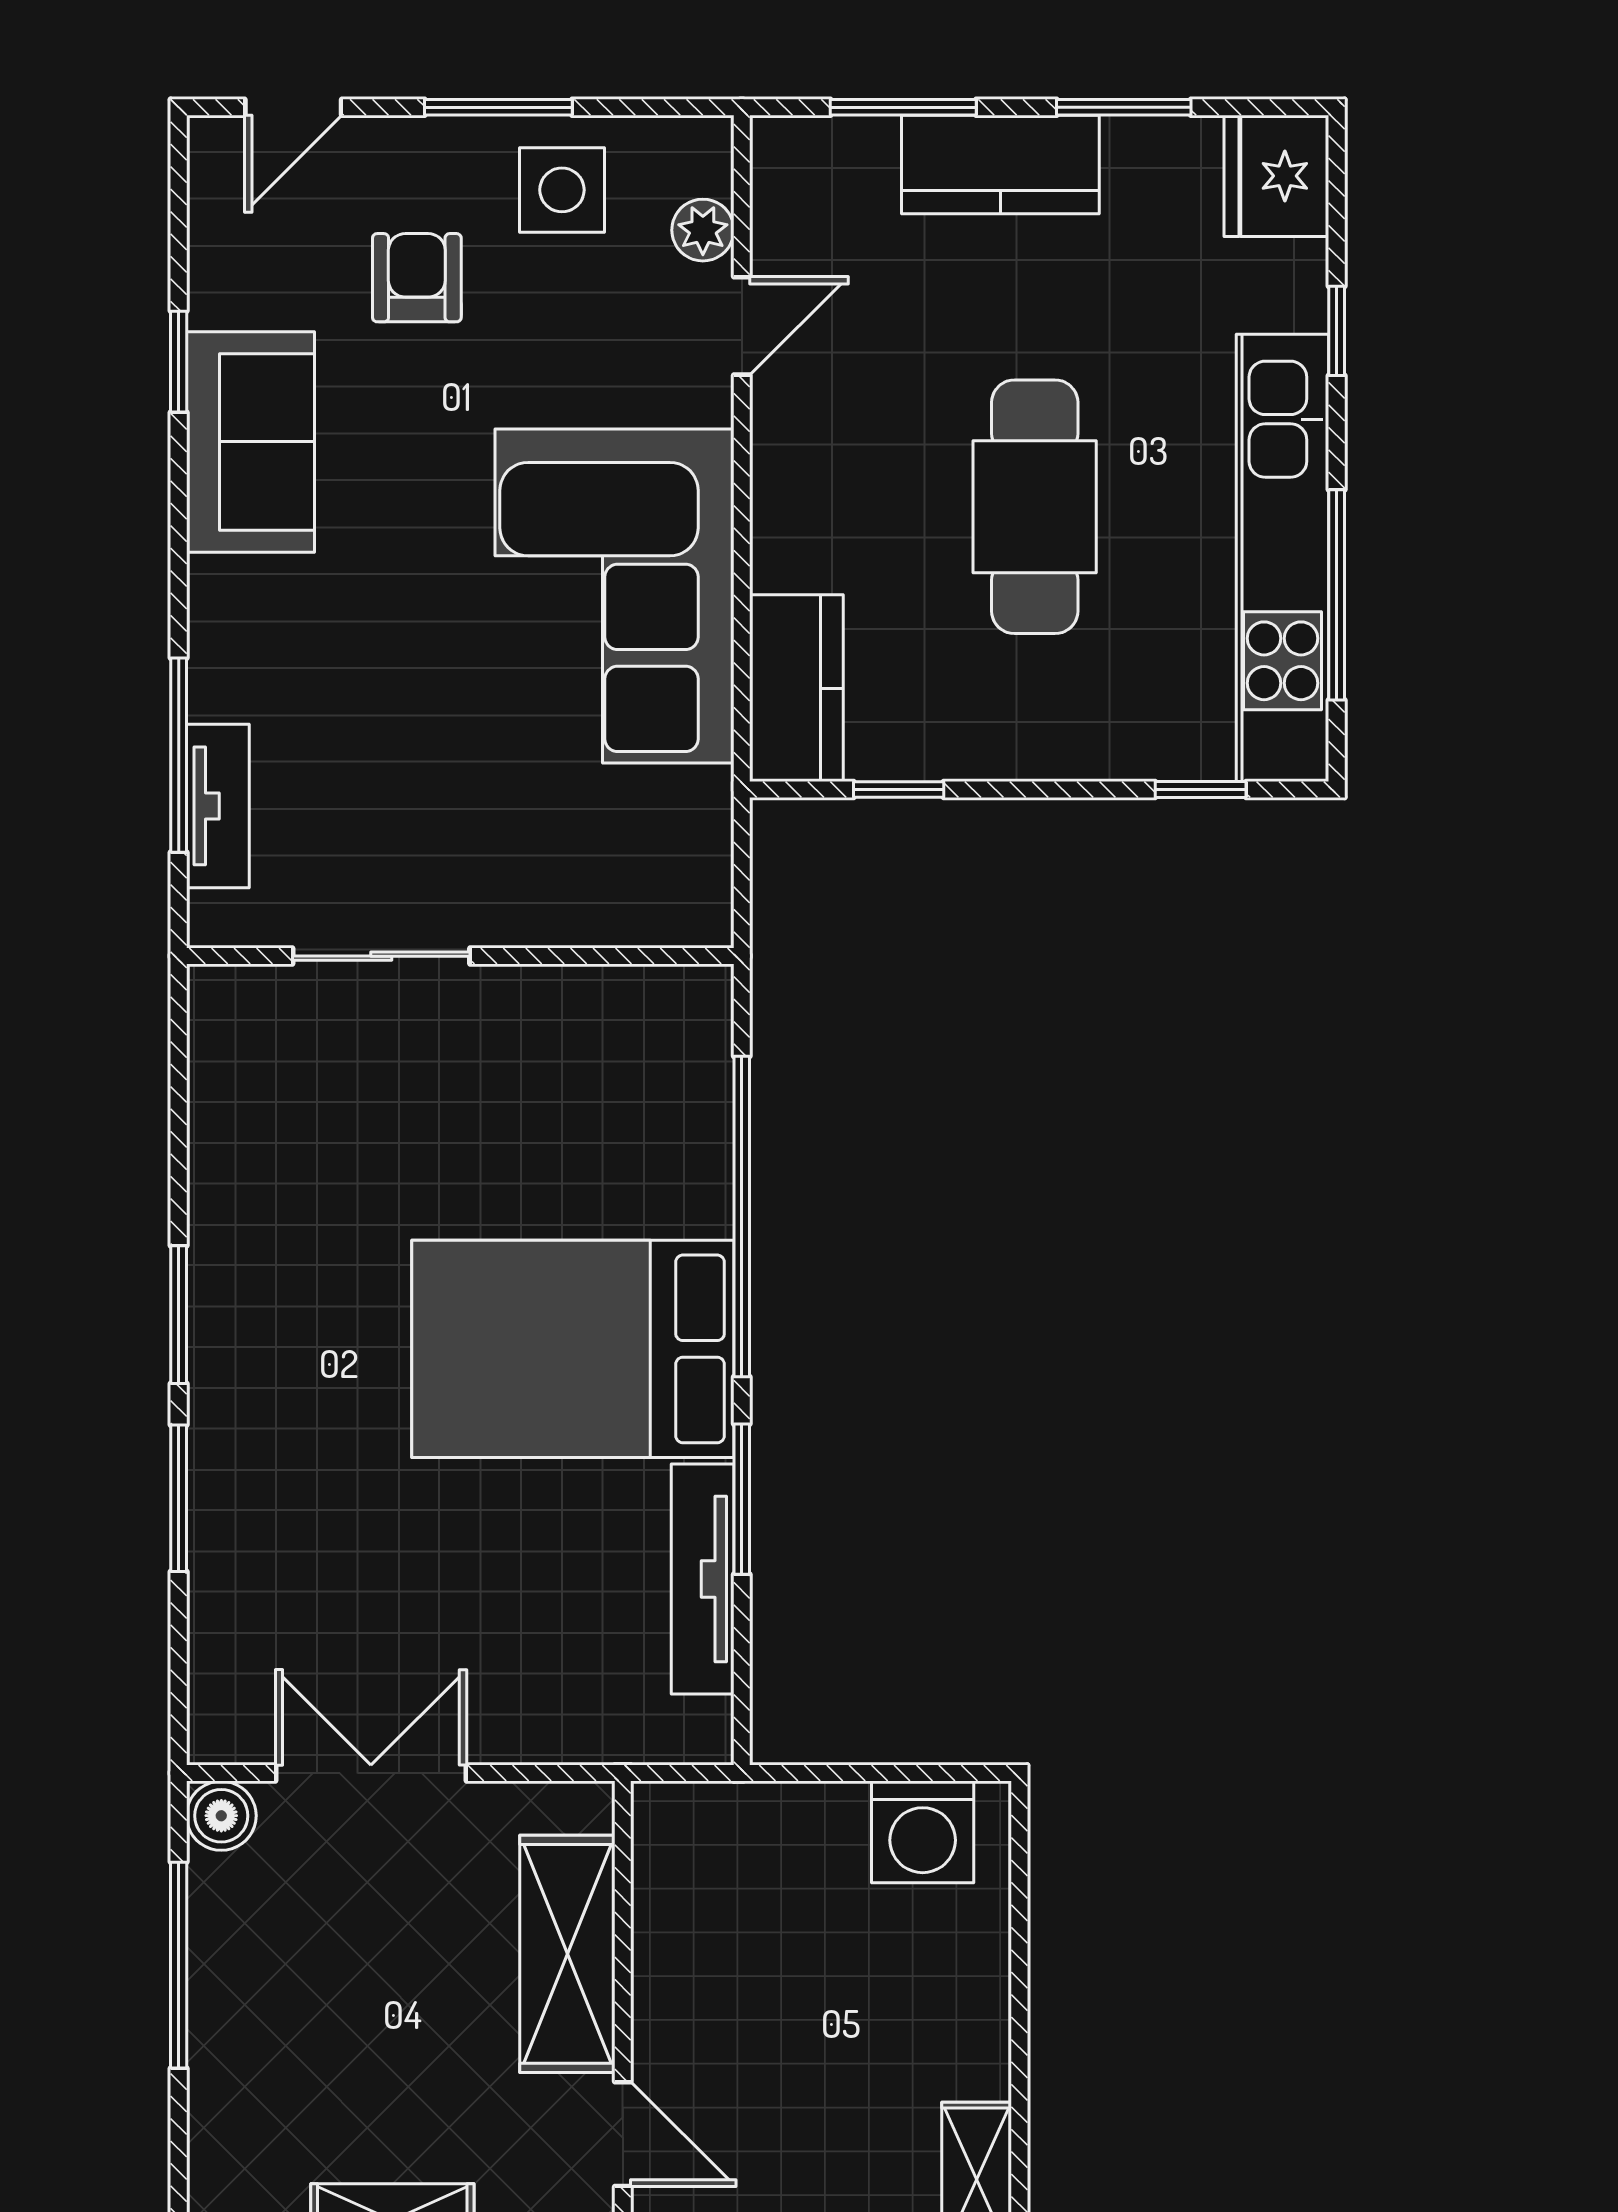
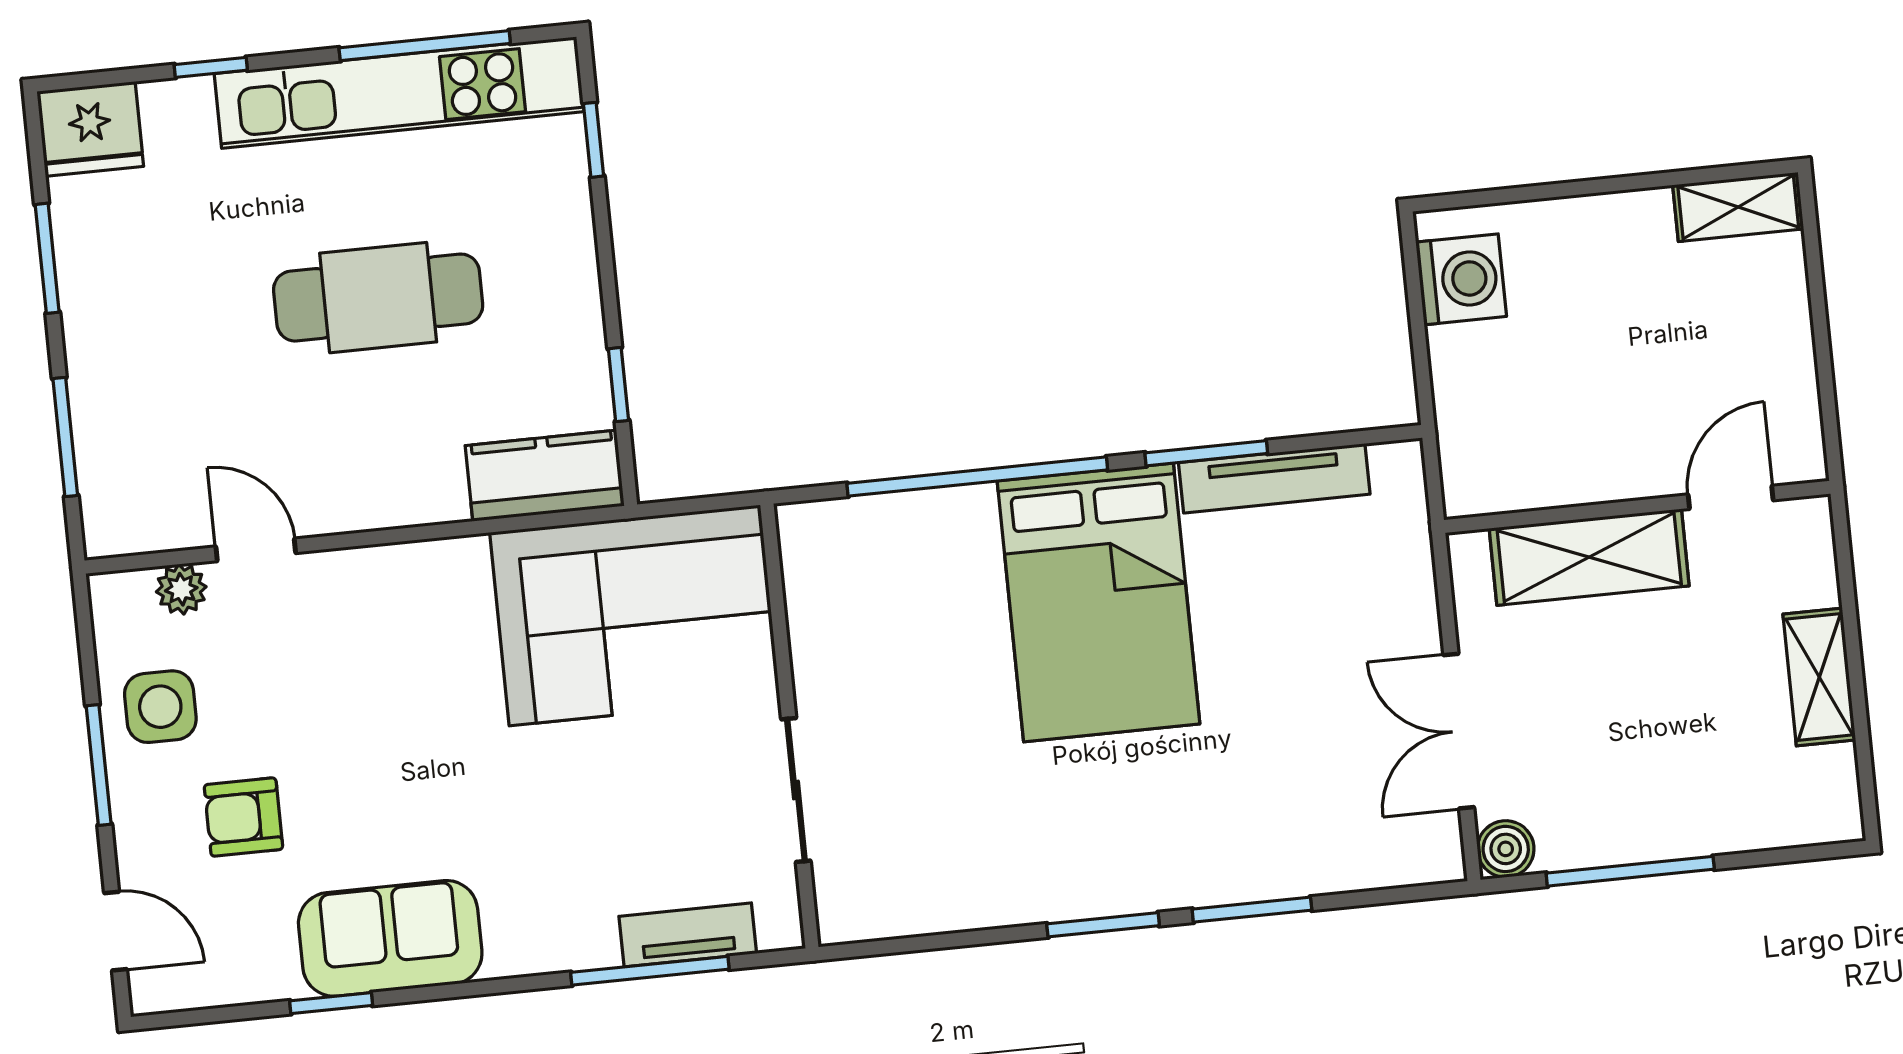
kitchen counter: (1000, 165) -> (104, 354), removed
corner sofa: (615, 596) -> (635, 615), moved

